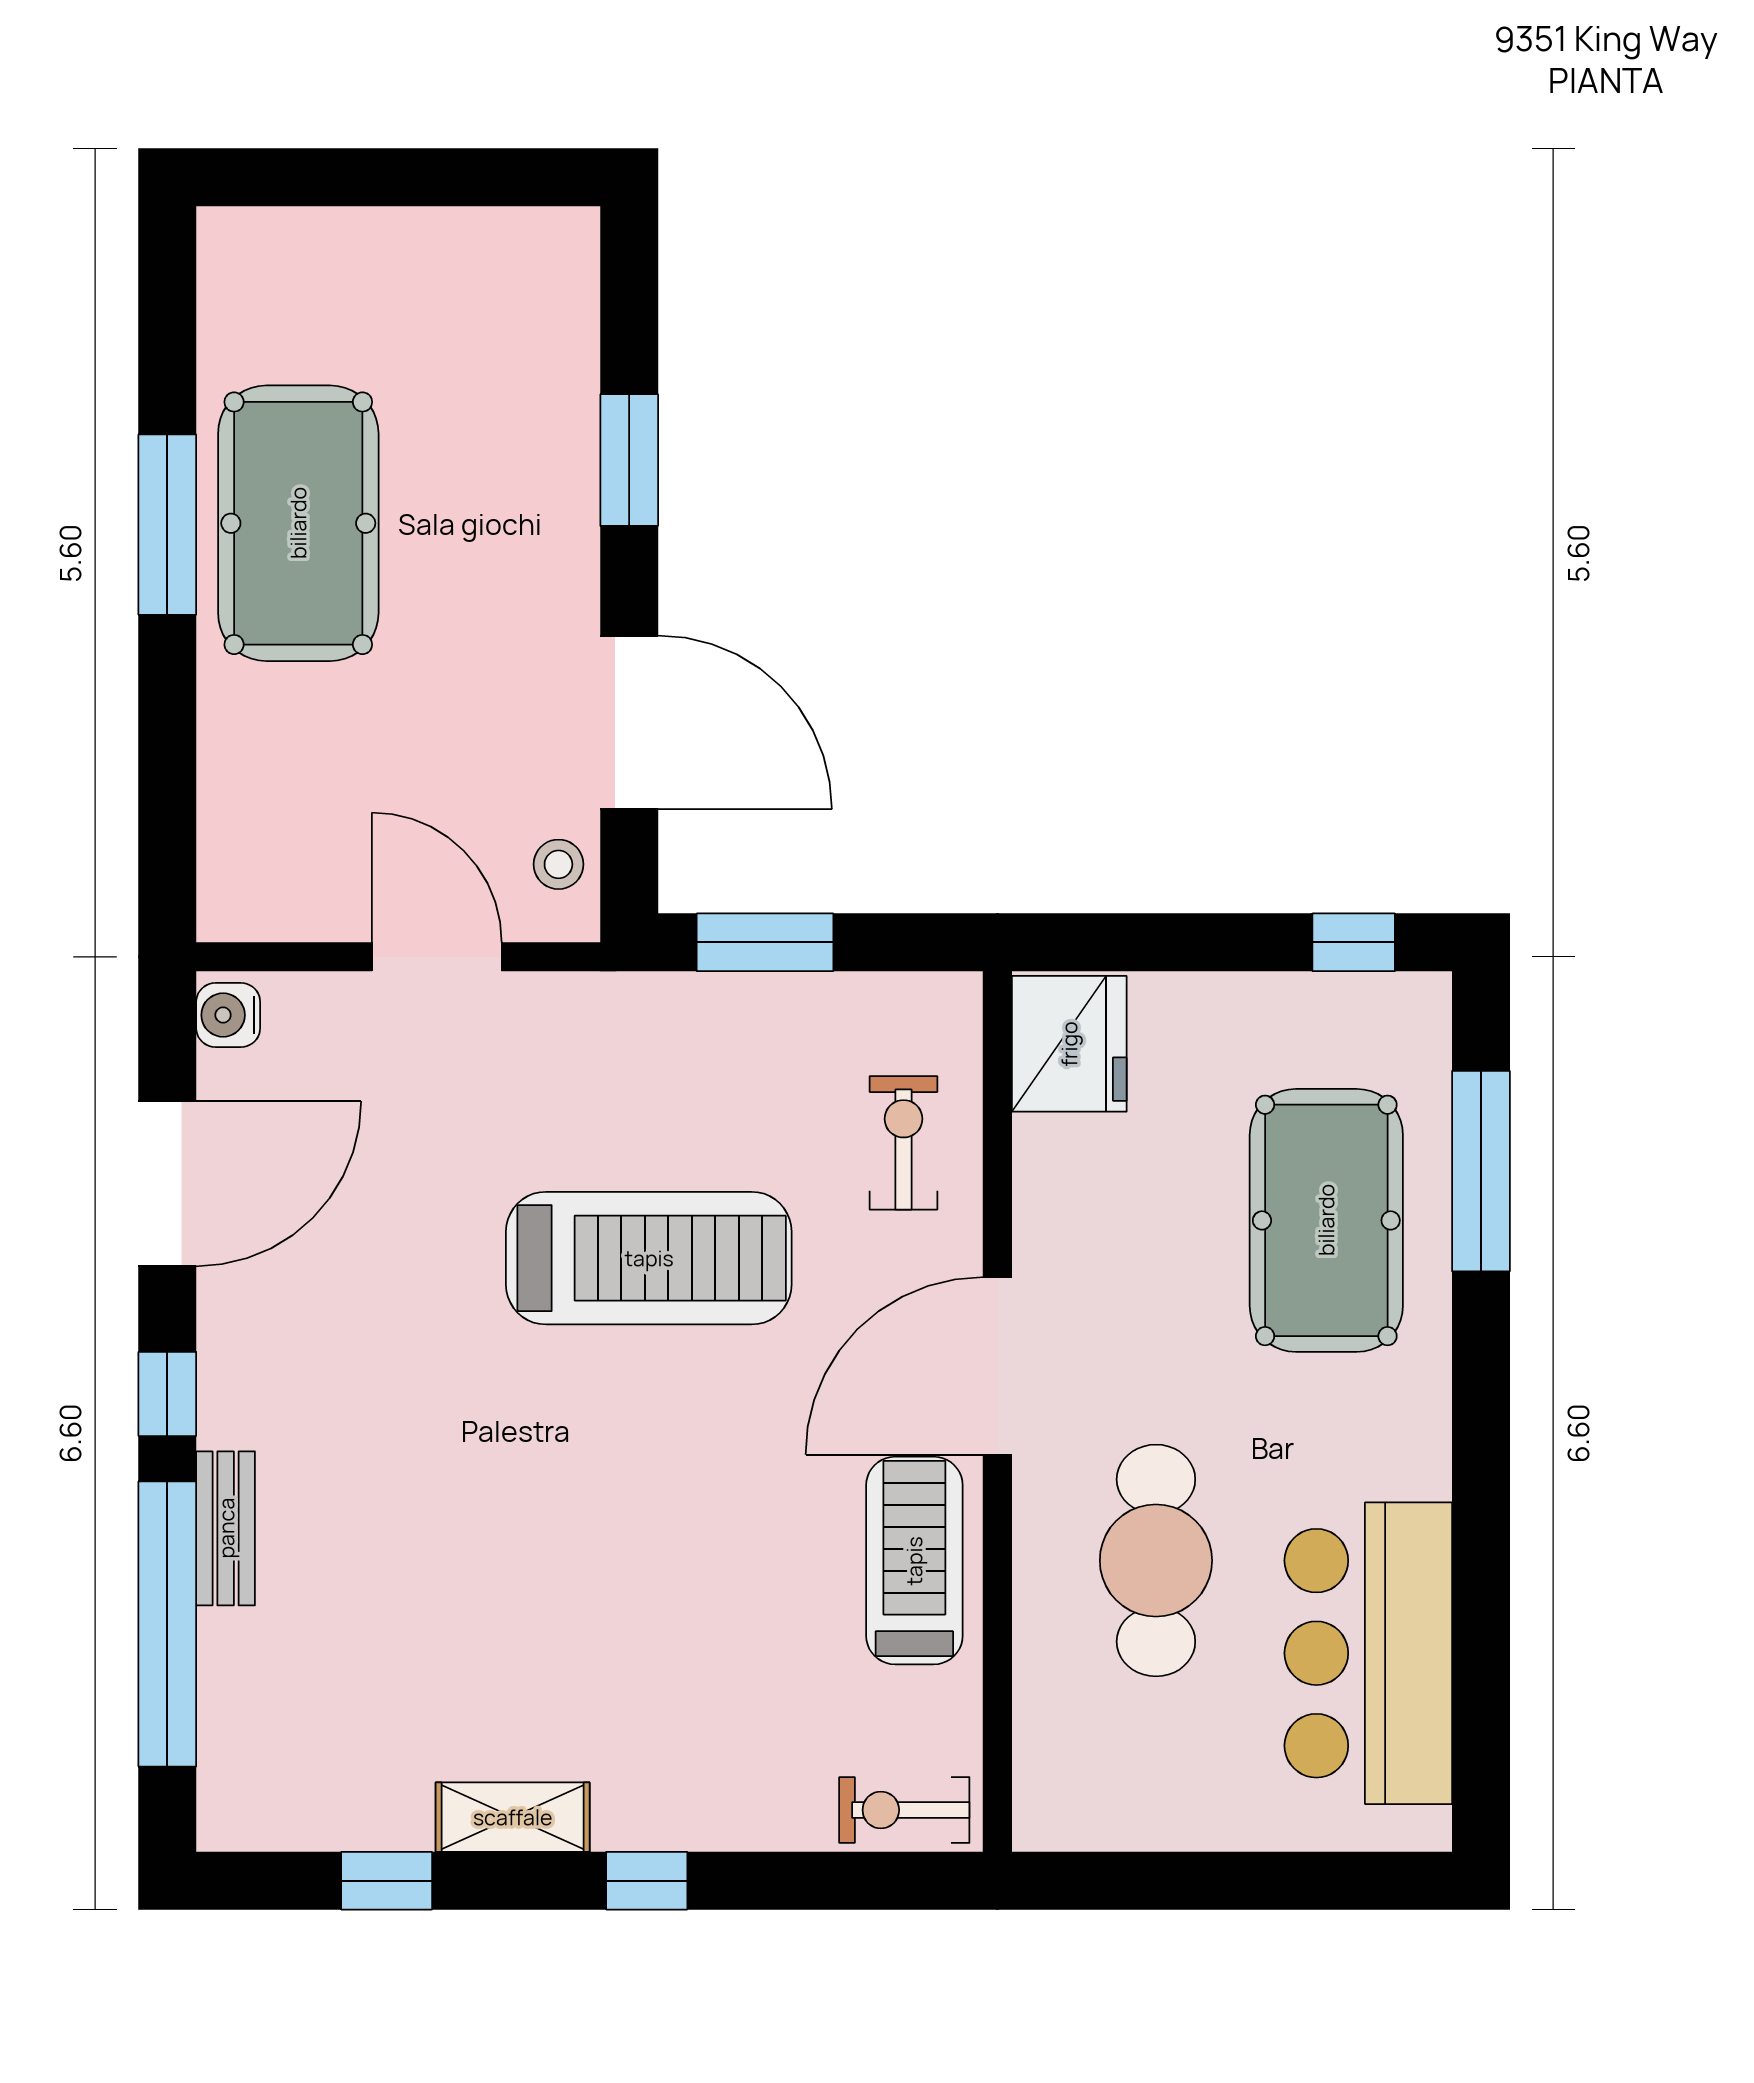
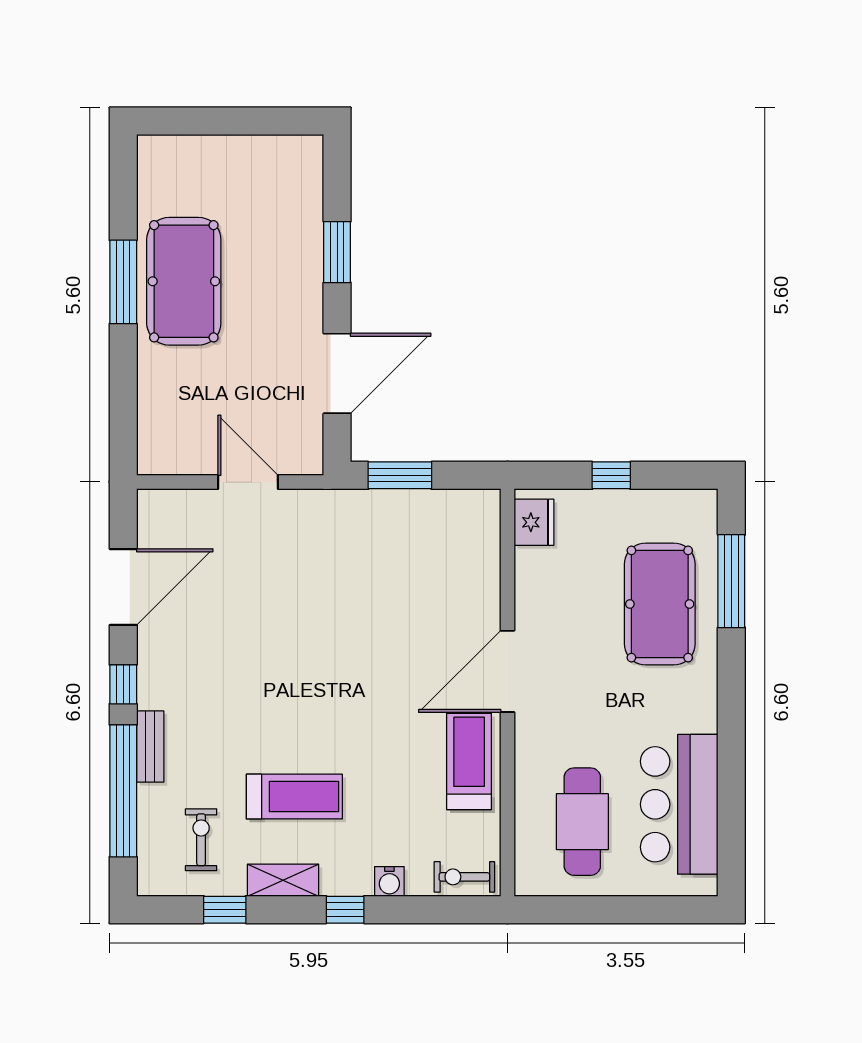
door: (629, 722) -> (337, 373), hinge flipped
stool: (558, 864) -> (304, 439), removed
window: (1354, 942) -> (611, 475), moved
water cooler: (228, 1015) -> (389, 881), moved, turned -90
fridge: (1069, 1044) -> (534, 522), width x0.73, depth x0.75
exercise bike: (904, 1143) -> (201, 840), moved
treadmill: (649, 1258) -> (294, 797), moved, width x0.73, depth x0.73
cafe table: (1156, 1560) -> (582, 822), moved

